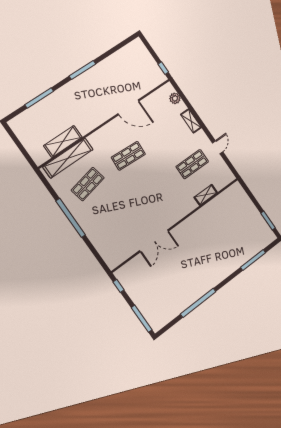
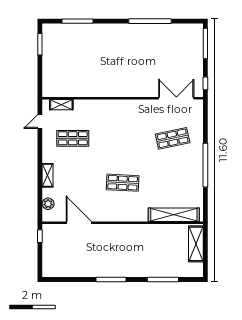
door: (128, 107) -> (79, 223), moved
shelving: (63, 141) -> (196, 244), moved, turned 90
door: (218, 147) -> (40, 122), moved
shop shelf: (88, 184) -> (173, 138), moved
shelving: (206, 195) -> (61, 105), moved
double door: (154, 241) -> (176, 98), moved

